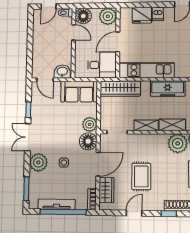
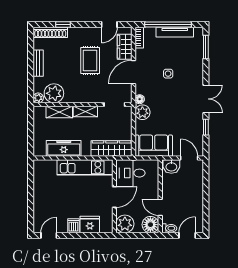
floor lamp: (88, 141) -> (140, 99), width x0.53, depth x0.53
plant: (38, 162) -> (194, 74), removed
door: (134, 213) -> (109, 25), moved

